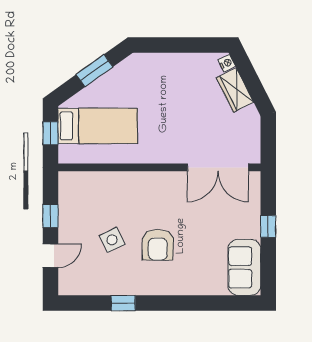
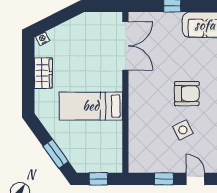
window: (95, 71) -> (56, 154), moved
wardrobe: (235, 90) -> (43, 73), moved, turned -63
bed: (98, 126) -> (91, 106), moved, turned -90

